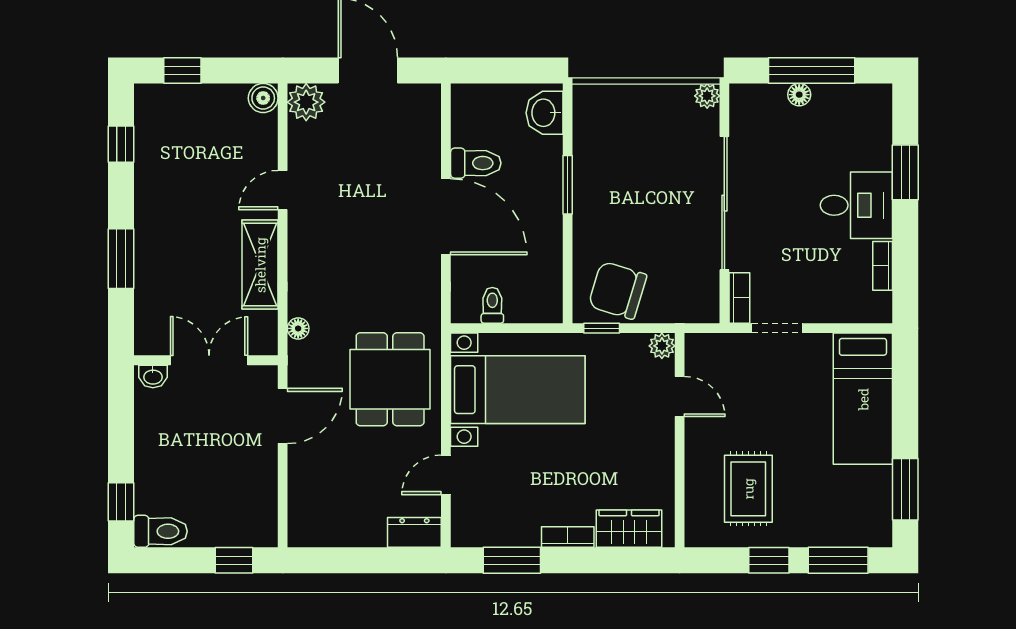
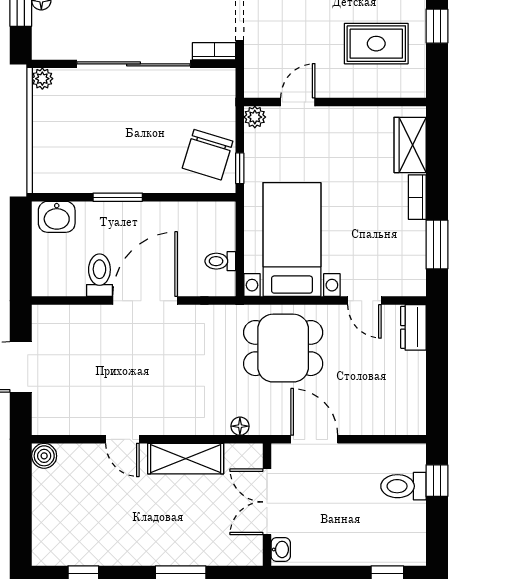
window: (182, 71) -> (21, 525), removed
plant: (306, 102) -> (48, 419), removed
toilet: (160, 531) -> (403, 486), moved, turned -90

